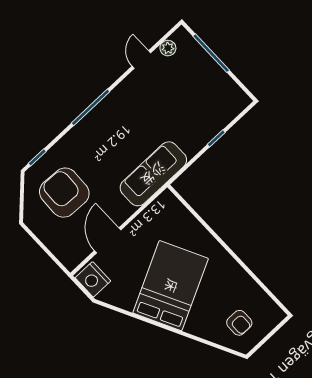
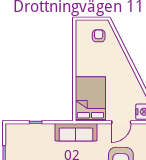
bed: (171, 286) -> (90, 99), moved, turned 117

